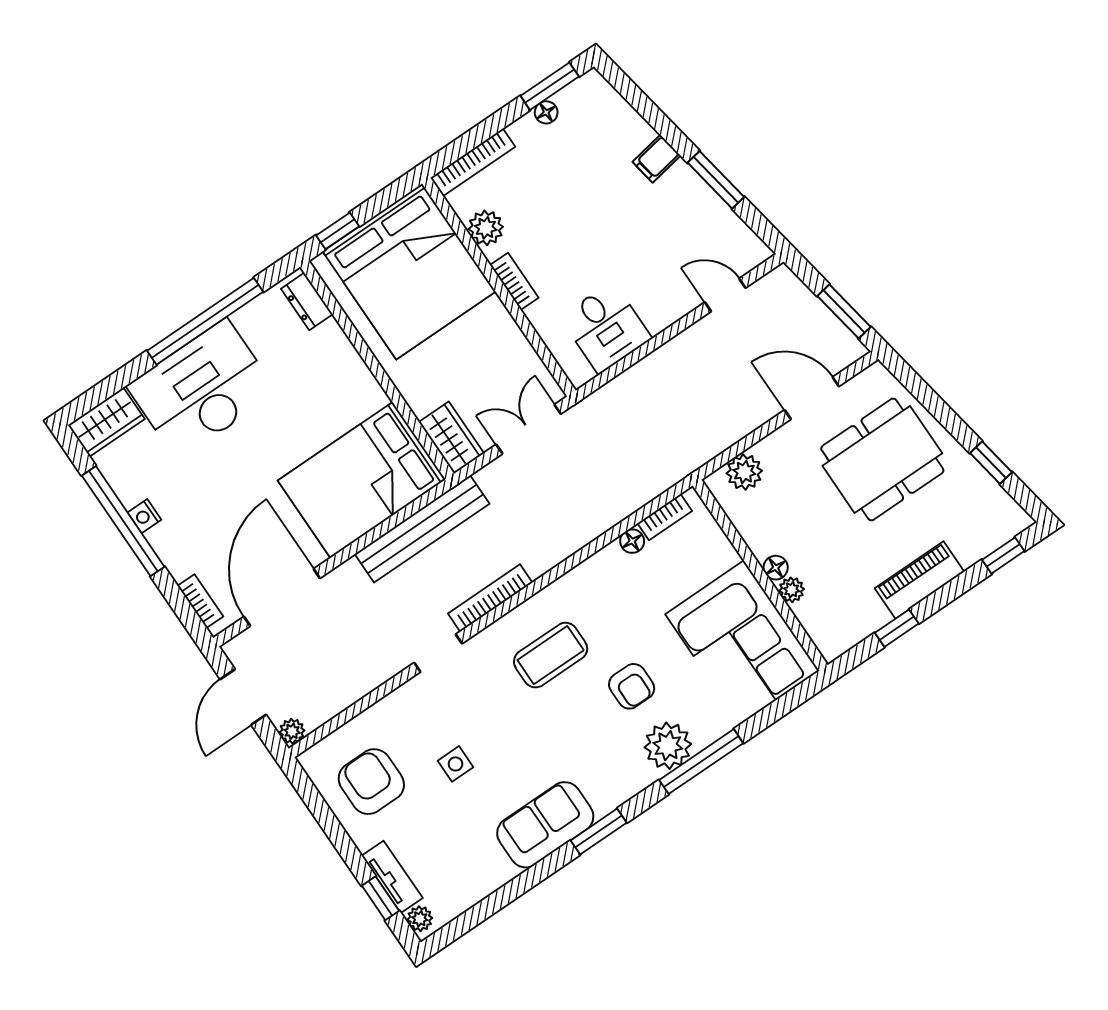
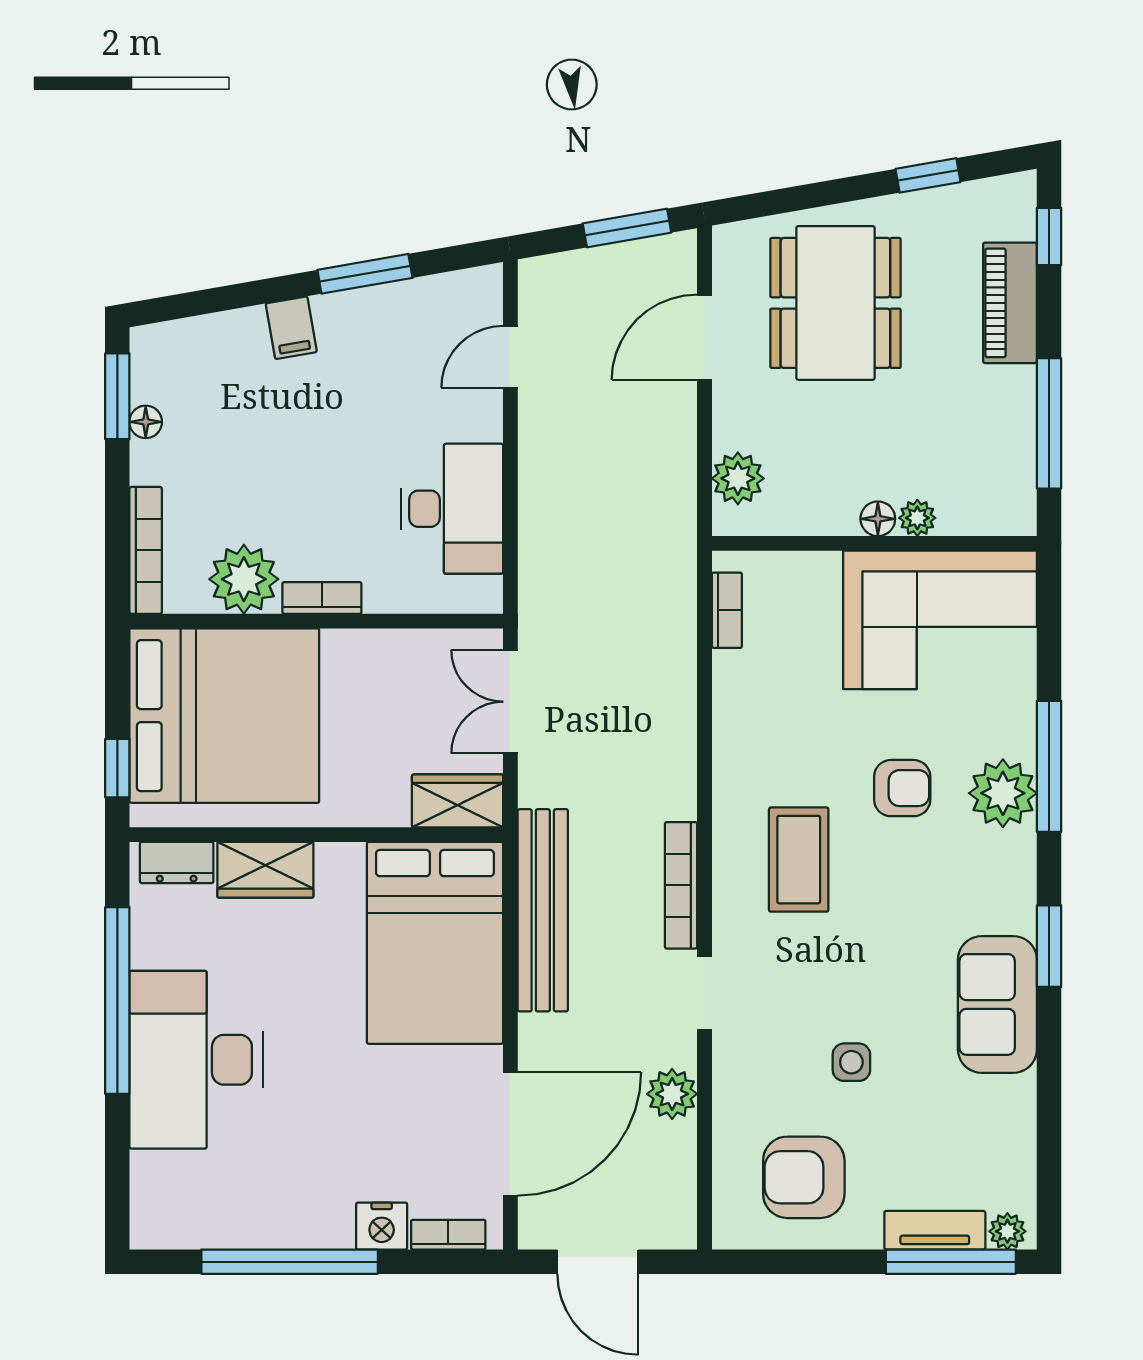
plant: (486, 228) -> (244, 579), width x1.36, depth x1.36
desk: (606, 328) -> (452, 509), width x1.37
wardrobe: (107, 422) -> (265, 870), moved, turned 90
nightstand: (144, 516) -> (382, 1226), moved, width x1.39, depth x1.35
floor lamp: (632, 541) -> (729, 669), removed
piano: (920, 580) -> (1010, 303), moved
door: (282, 597) -> (510, 1134), swing flipped
window: (897, 628) -> (1049, 423), width x2.17
plant: (292, 731) -> (672, 1094), moved, width x1.38, depth x1.38
window: (380, 898) -> (951, 1262), width x2.17

